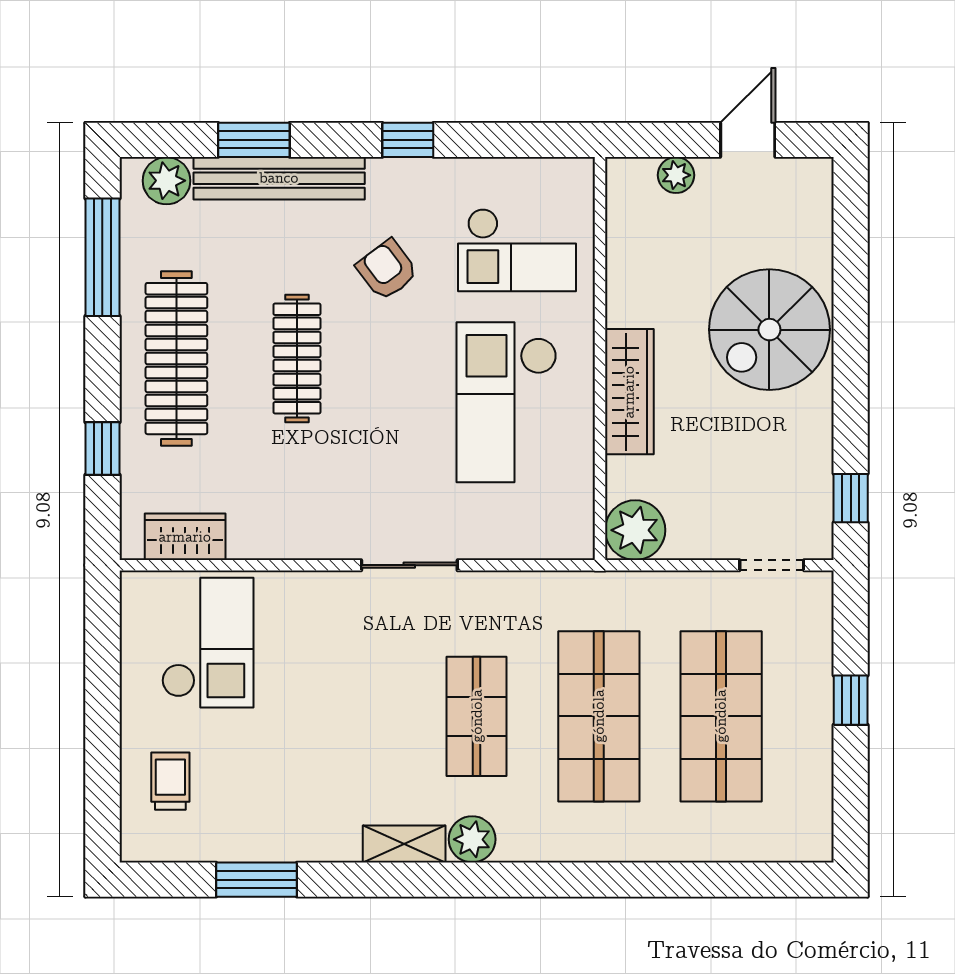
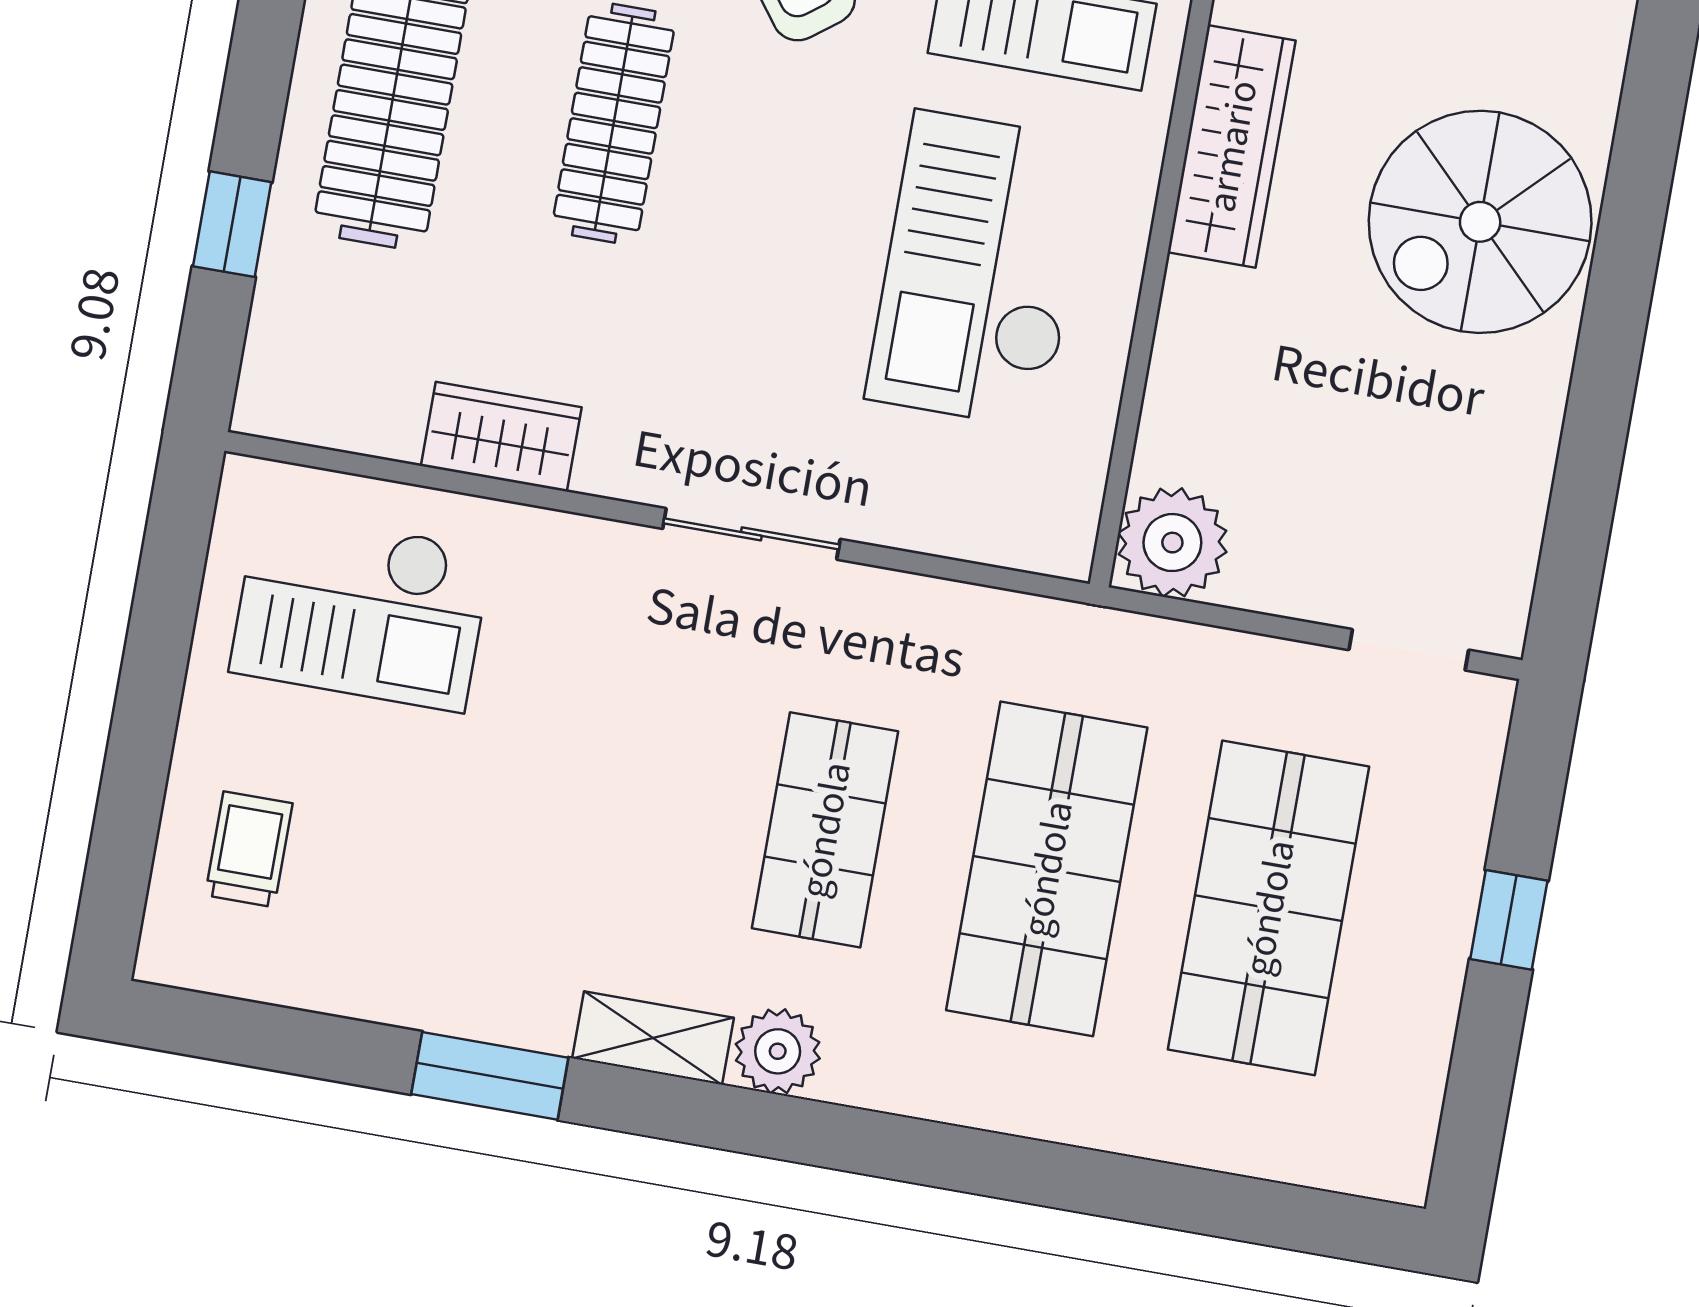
wardrobe: (629, 392) -> (1232, 146), moved
window: (851, 498) -> (1573, 554), removed
wardrobe: (185, 537) -> (501, 437), moved
checkout: (208, 643) -> (361, 610), turned 90
window: (256, 880) -> (490, 1076), moved

